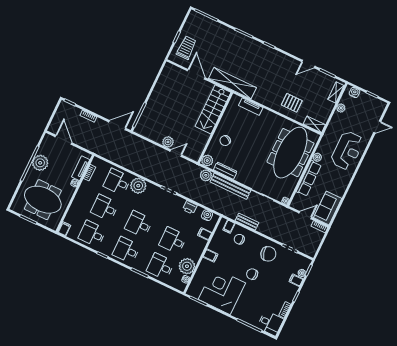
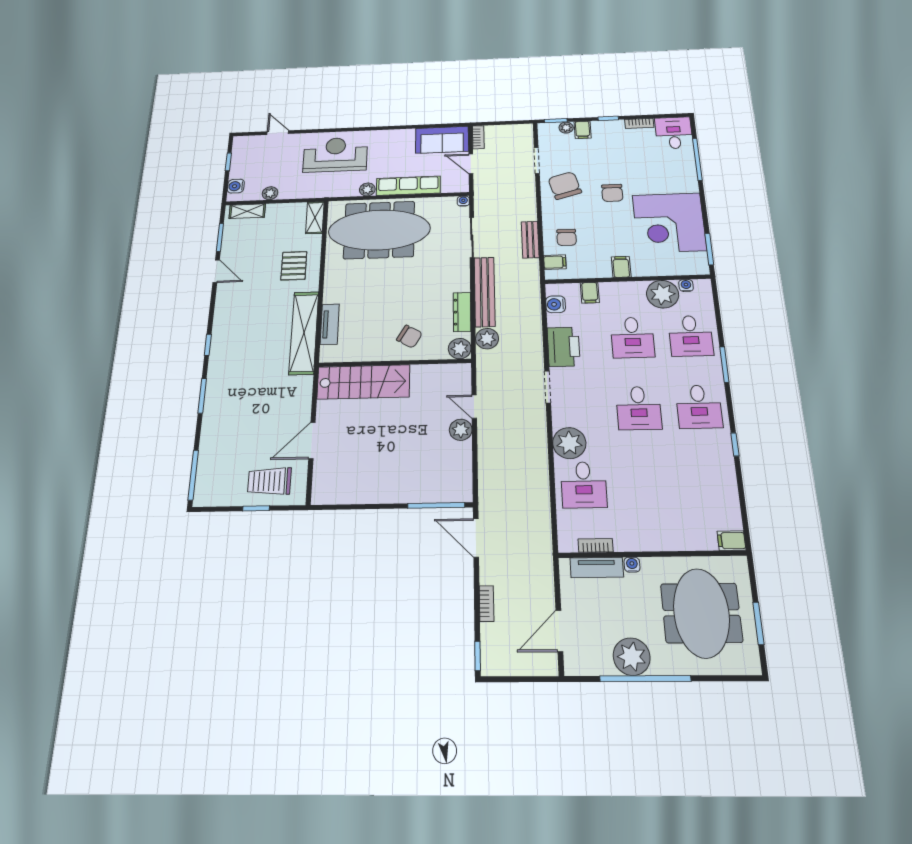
shelving: (232, 83) -> (304, 333), moved
printer: (190, 207) -> (564, 347), width x1.87, depth x1.48
desk: (105, 208) -> (645, 484), removed
desk: (92, 234) -> (708, 482), removed

